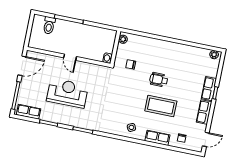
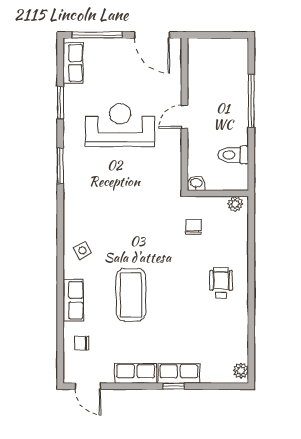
toilet: (49, 25) -> (233, 155), moved
wheelchair: (159, 80) -> (221, 283), moved
reception desk: (67, 93) -> (120, 125), turned -90

